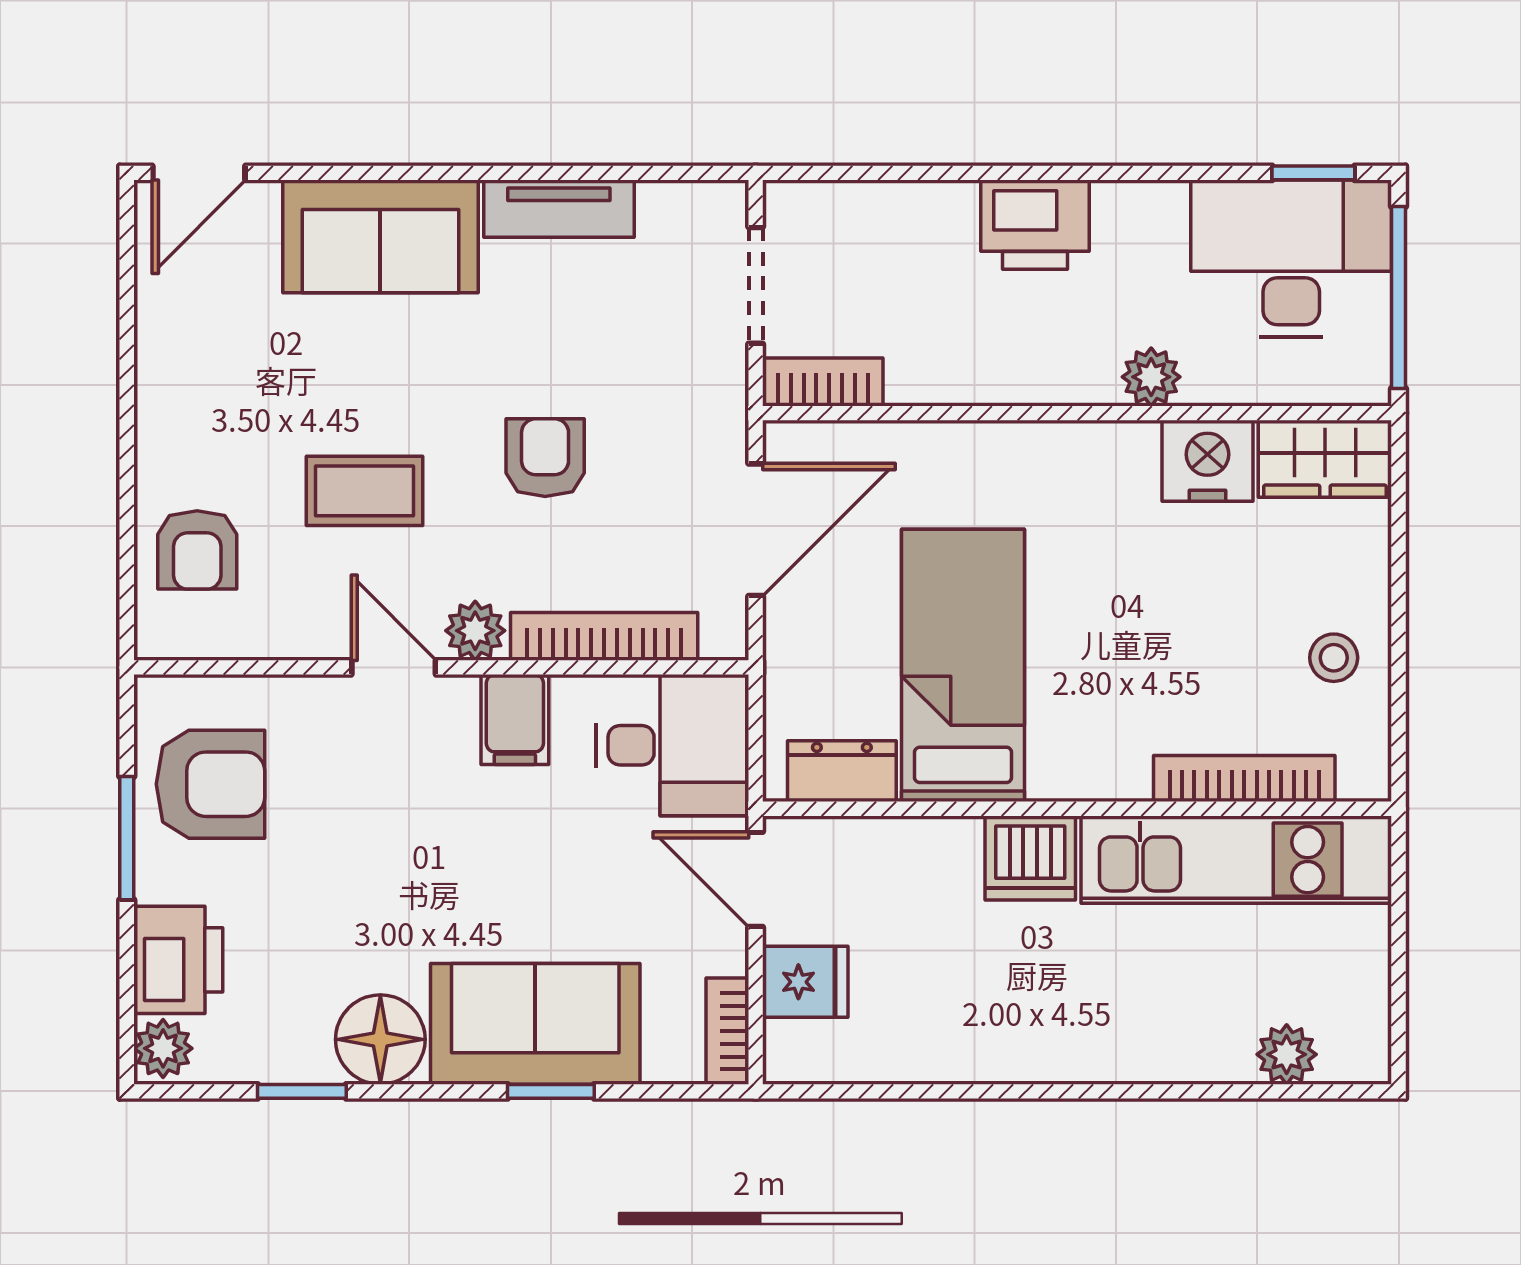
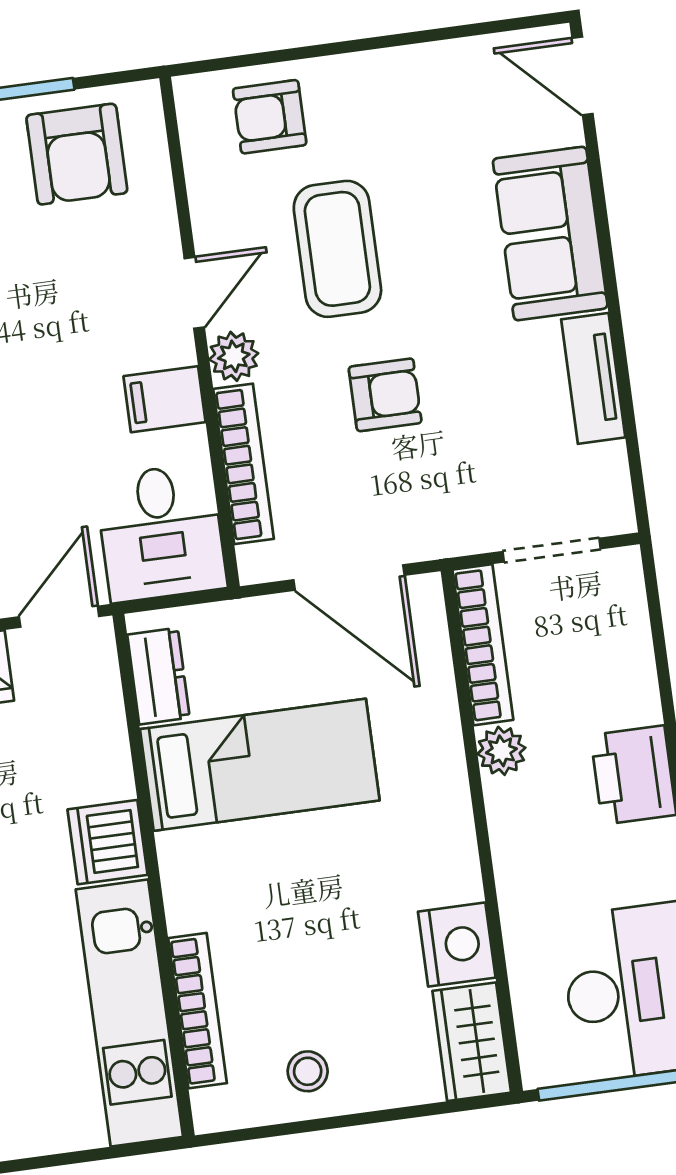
plant: (1151, 377) -> (501, 751), moved
bookcase: (823, 382) -> (483, 645), width x1.56
coffee table: (365, 491) -> (337, 249), width x1.36, depth x1.30

